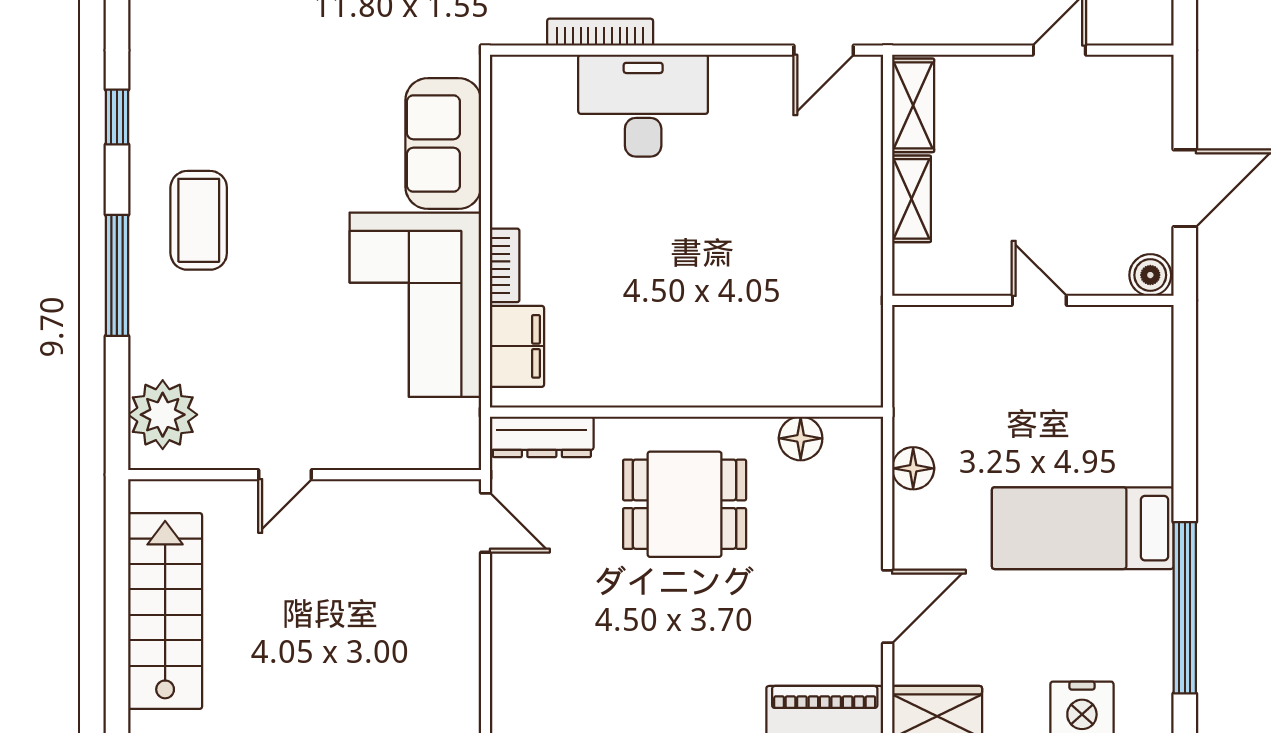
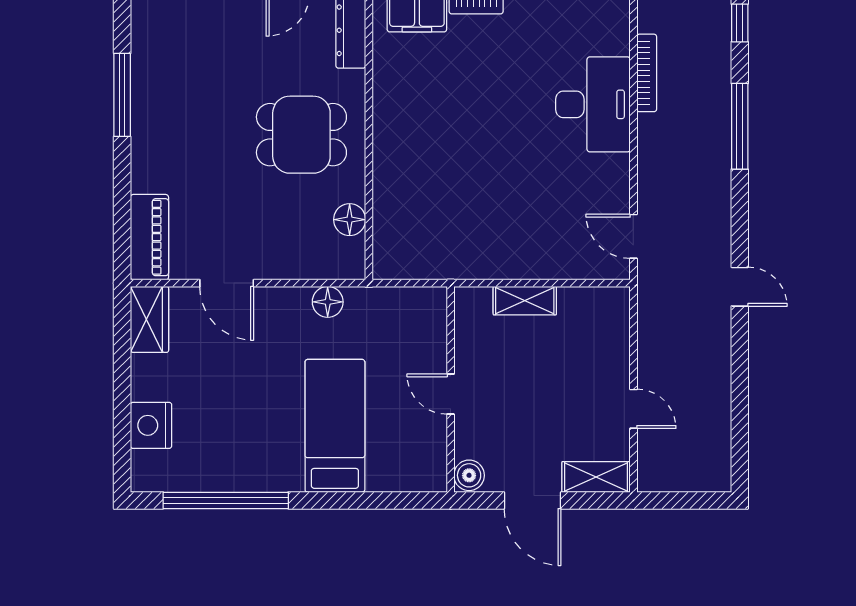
shelving: (913, 105) -> (596, 477), moved
door: (1039, 300) -> (451, 394), swing flipped
dining table: (685, 504) -> (301, 135), turned 90
bed: (1083, 528) -> (335, 426), moved

